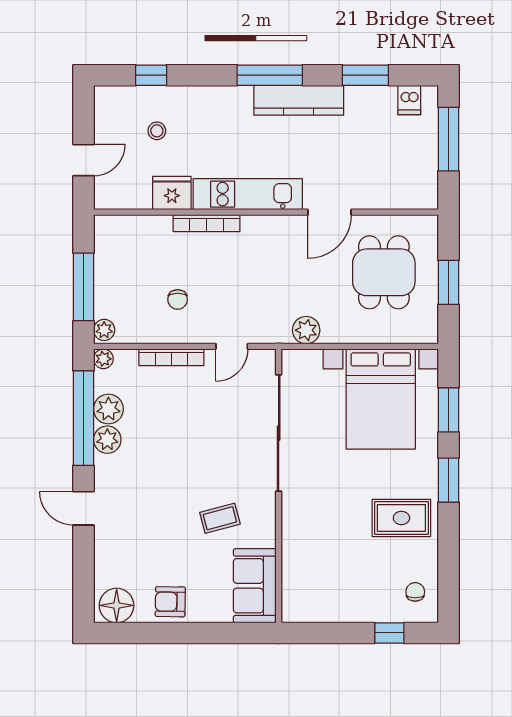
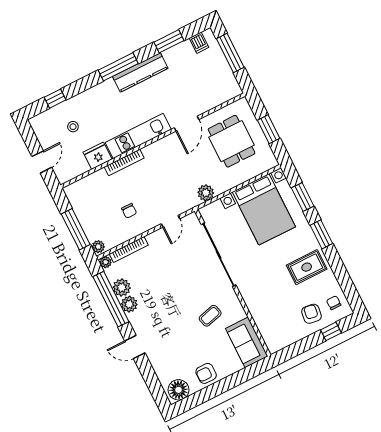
bookcase: (171, 357) -> (129, 249), moved
armchair: (374, 592) -> (311, 314), added

